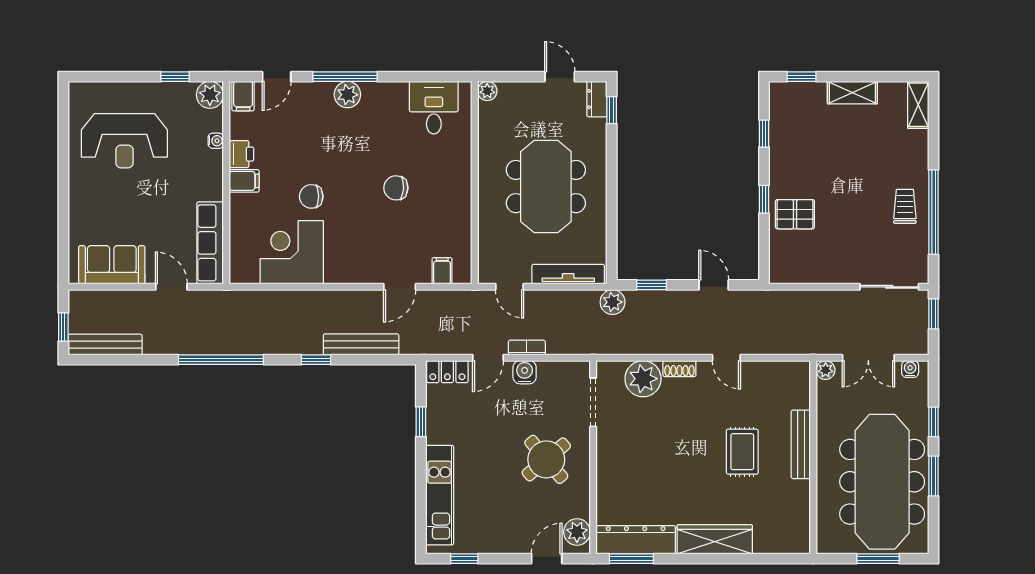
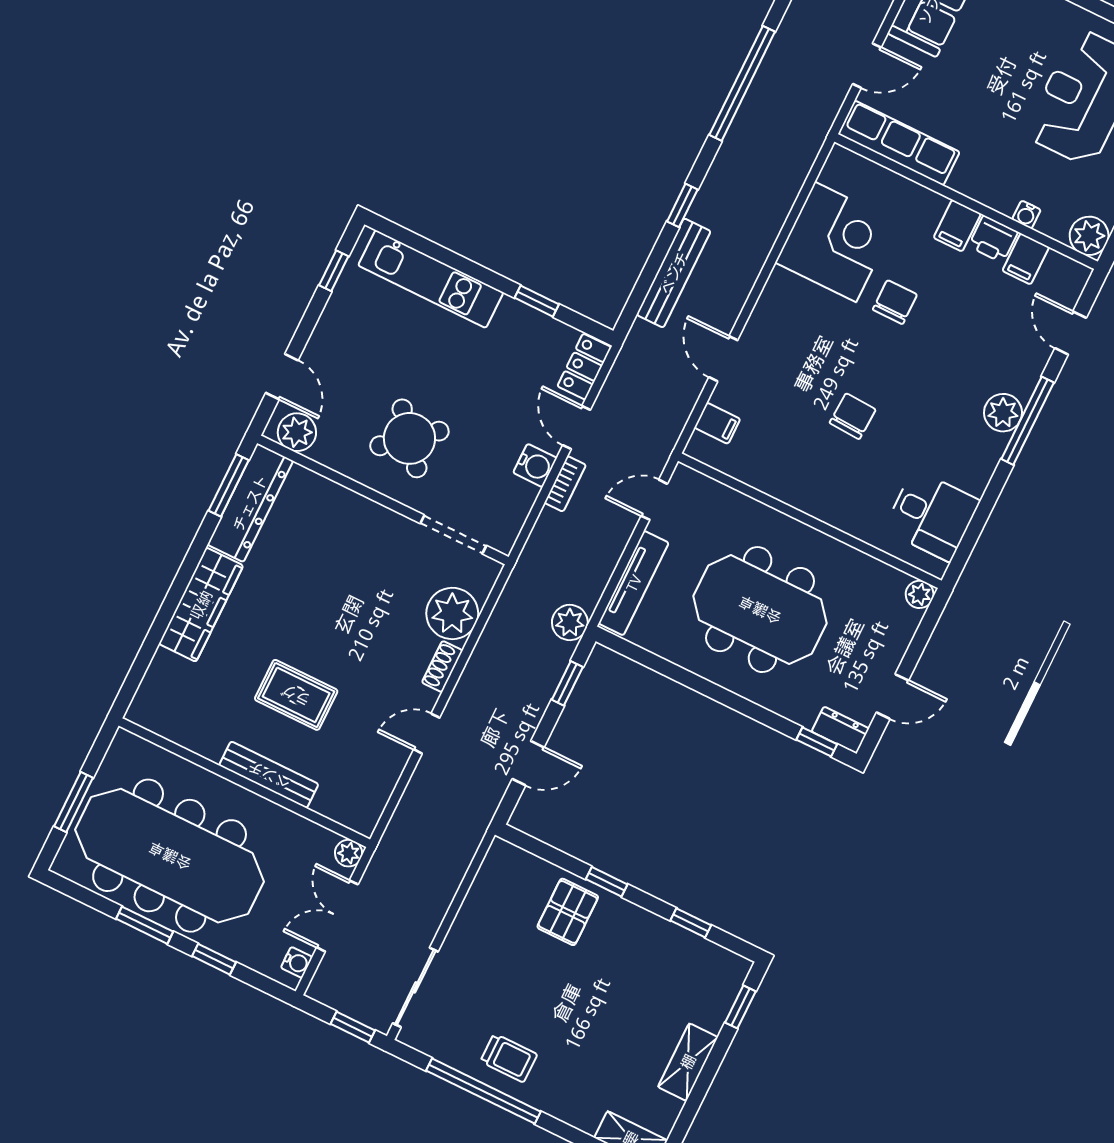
filing cabinet: (243, 96) -> (1026, 259), moved, turned -90

